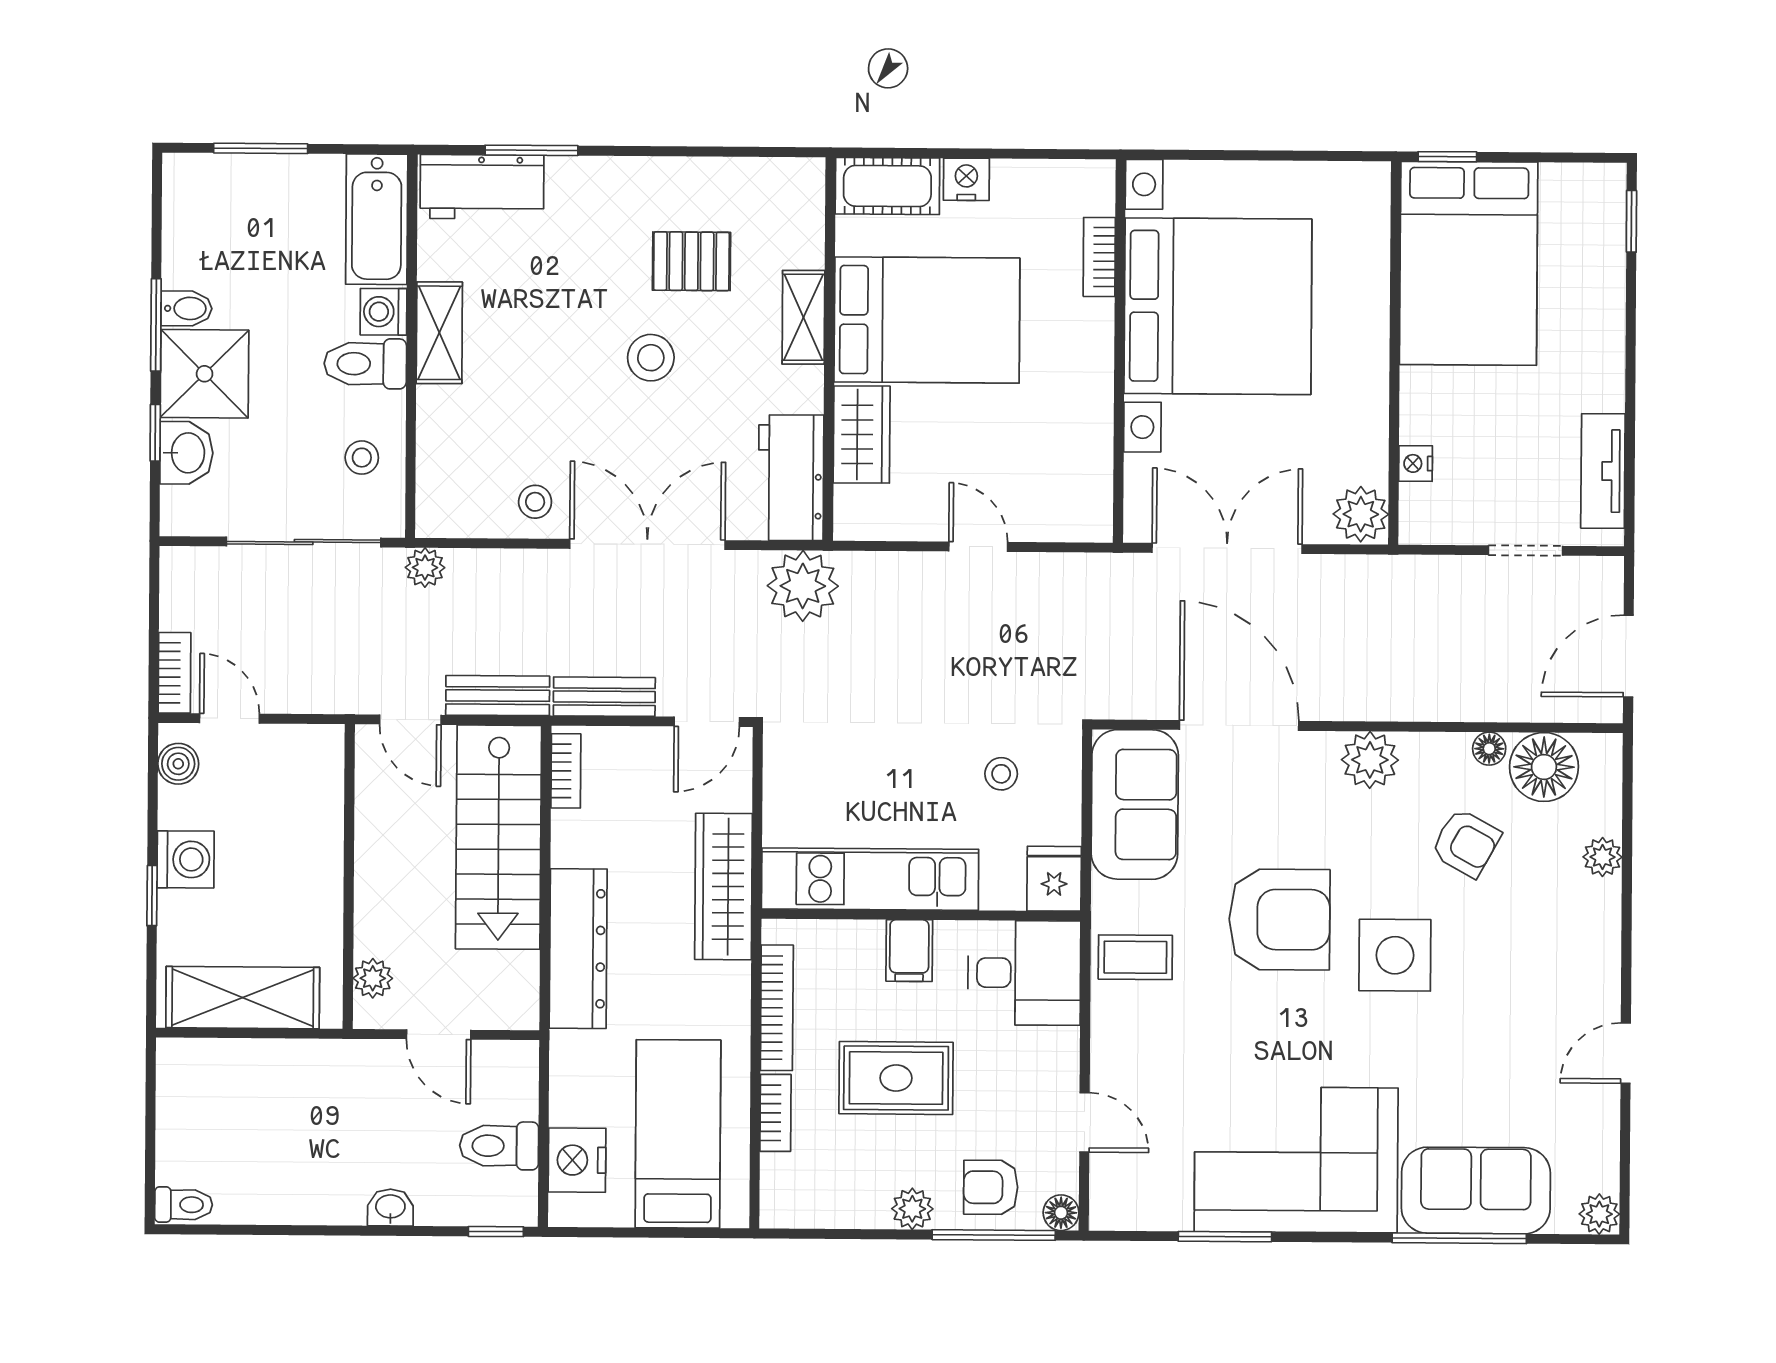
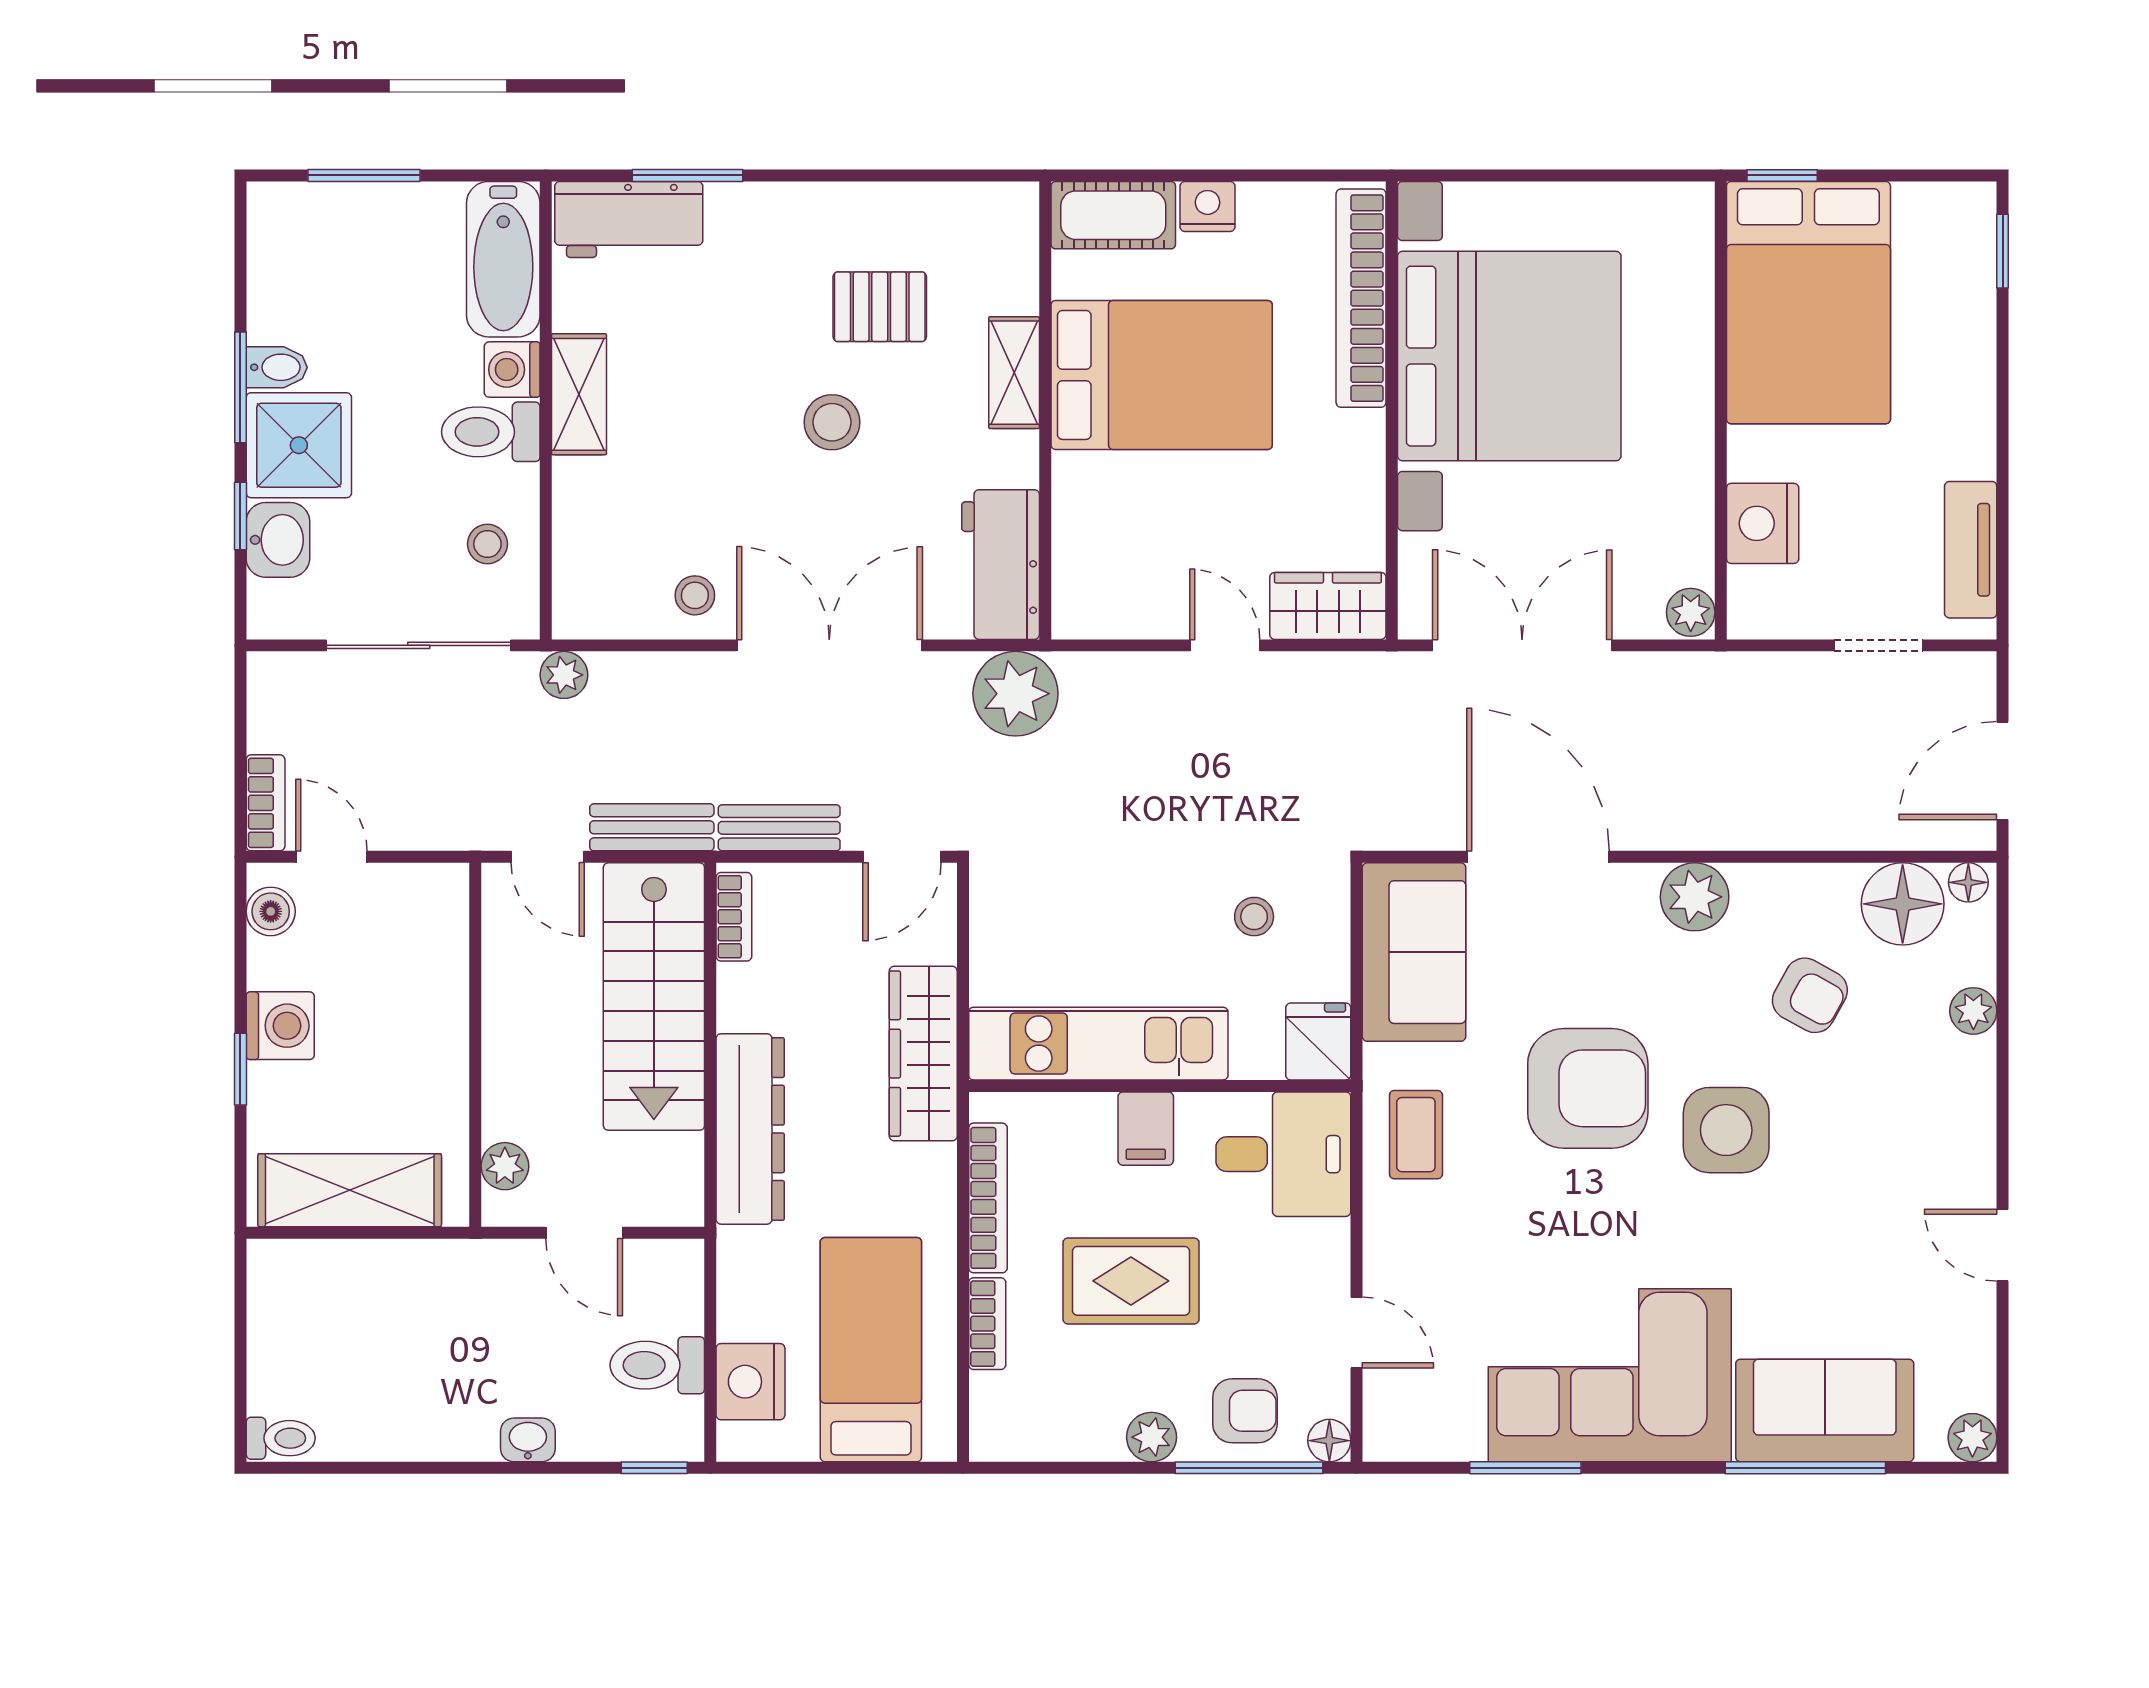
bookcase: (1099, 257) -> (1361, 298), width x2.31, depth x1.31
wardrobe: (862, 434) -> (1328, 606), moved, turned -90
nightstand: (1416, 463) -> (1763, 523), width x1.89, depth x1.79
plant: (1361, 514) -> (1691, 612), width x0.73, depth x0.73
floor lamp: (1489, 749) -> (1968, 882), moved
coffee table: (1135, 957) -> (1416, 1135), turned 90
door: (1626, 1053) -> (2003, 1245), hinge flipped
armchair: (991, 1187) -> (1245, 1411), turned 180

